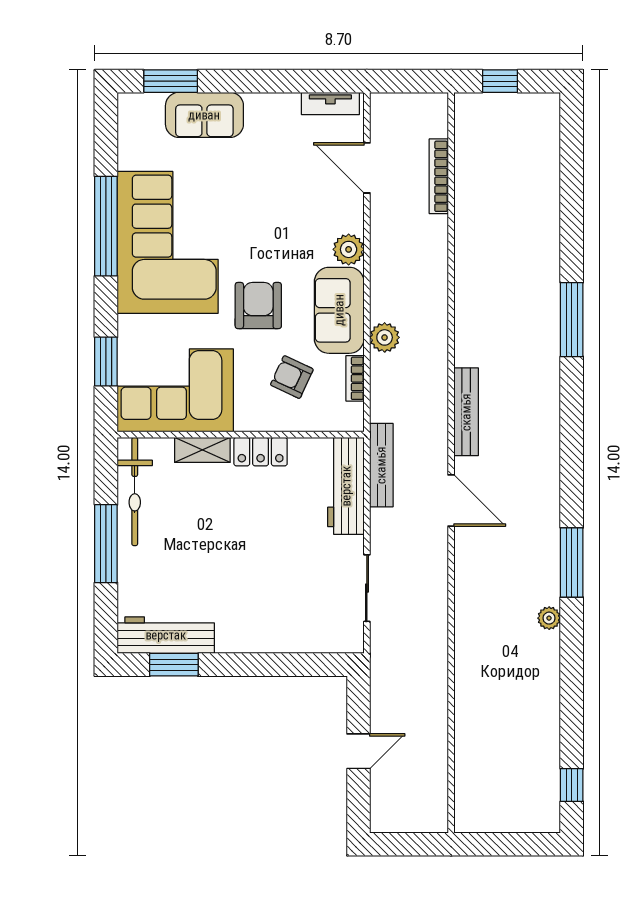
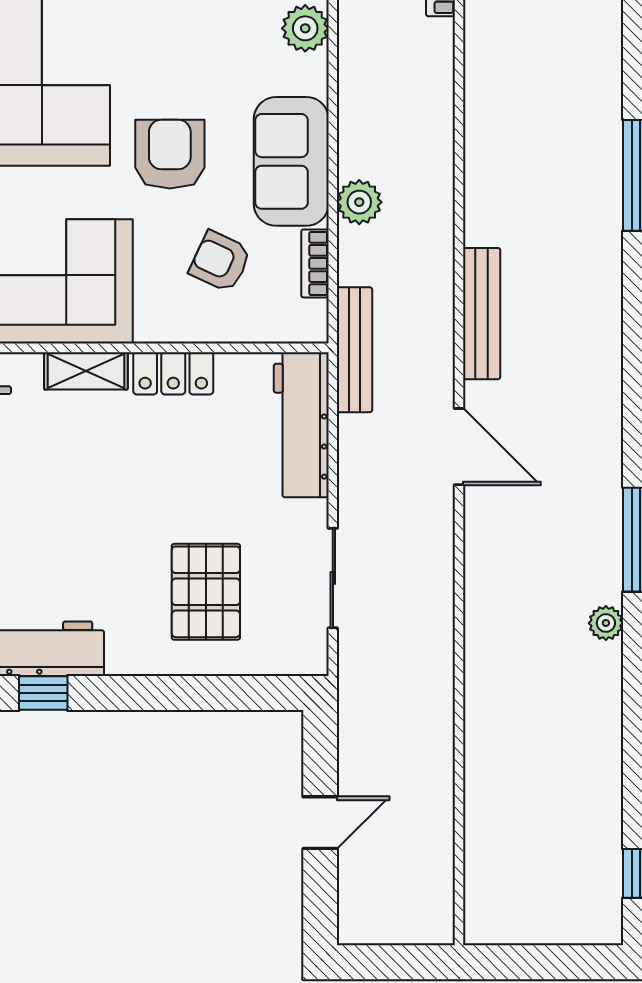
plant: (349, 249) -> (305, 28), moved
bench: (381, 465) -> (354, 350), moved
pallet: (282, 597) -> (206, 592), added
window: (174, 665) -> (43, 693), width x0.67

